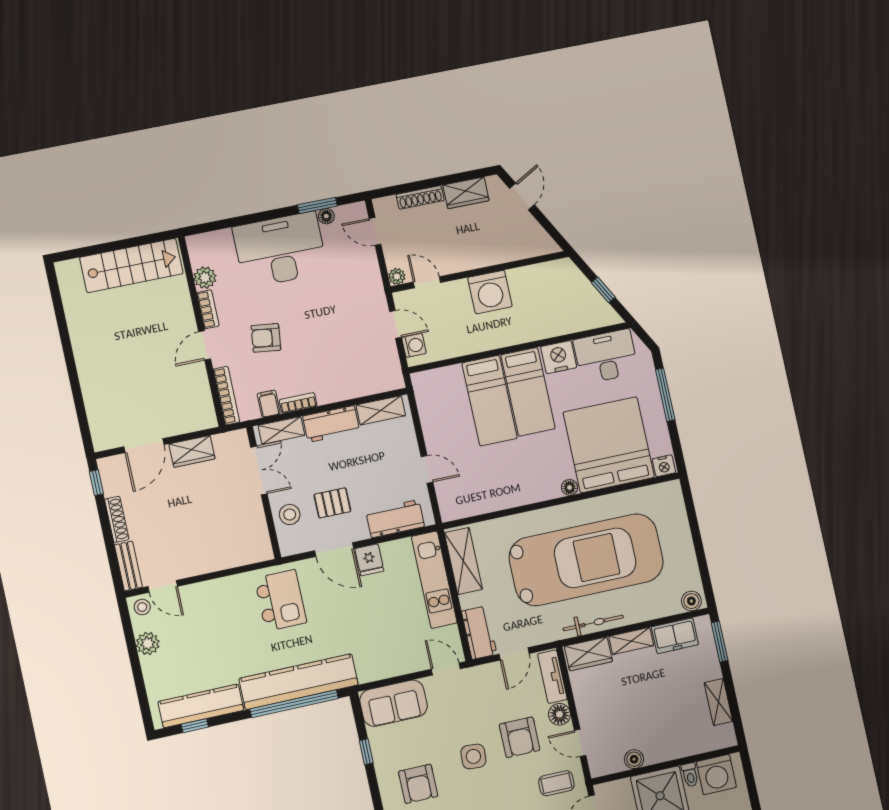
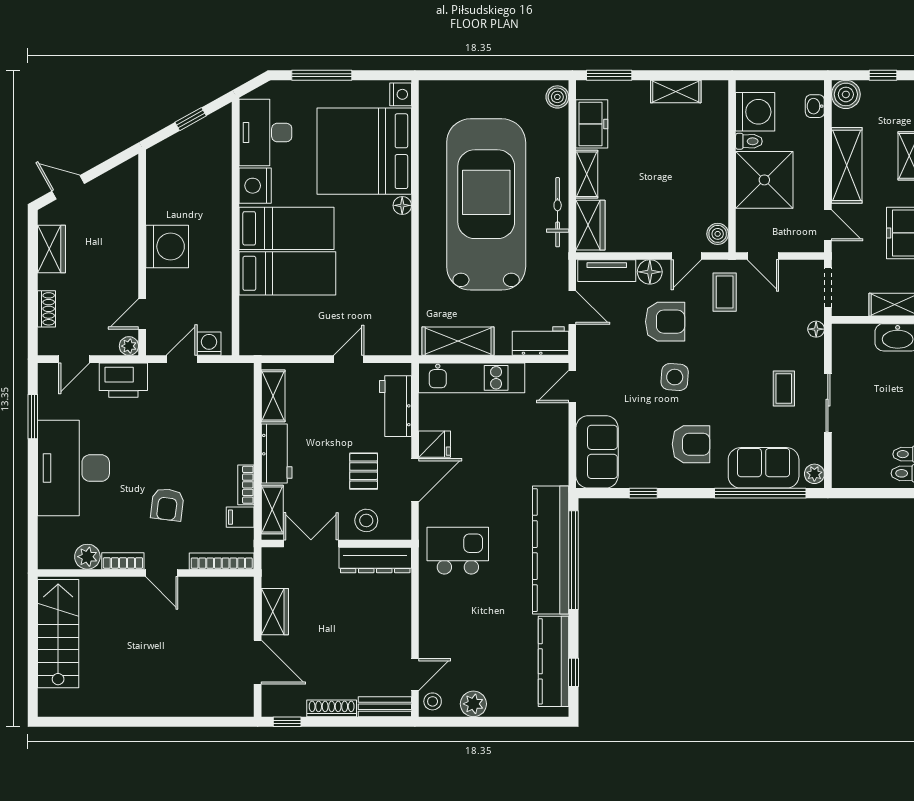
shoe rack: (420, 197) -> (46, 309), width x0.70
floor lamp: (326, 216) -> (47, 409), removed
printer: (366, 278) -> (123, 380), added
dresser: (256, 530) -> (375, 560), added
boiler: (634, 759) -> (718, 234), moved

